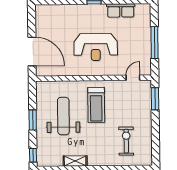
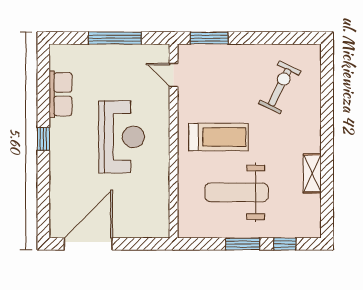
door: (32, 51) -> (88, 244), moved
exercise bike: (126, 141) -> (280, 87), turned 116
window: (33, 155) -> (285, 244), moved

